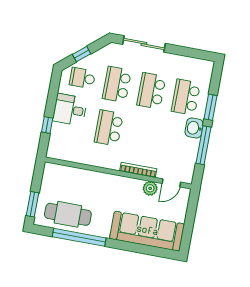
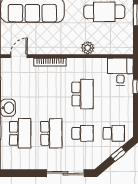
school desk: (117, 84) -> (83, 133), width x0.54
desk: (70, 110) -> (120, 72), moved, turned -90
plant: (150, 188) -> (88, 48), moved

